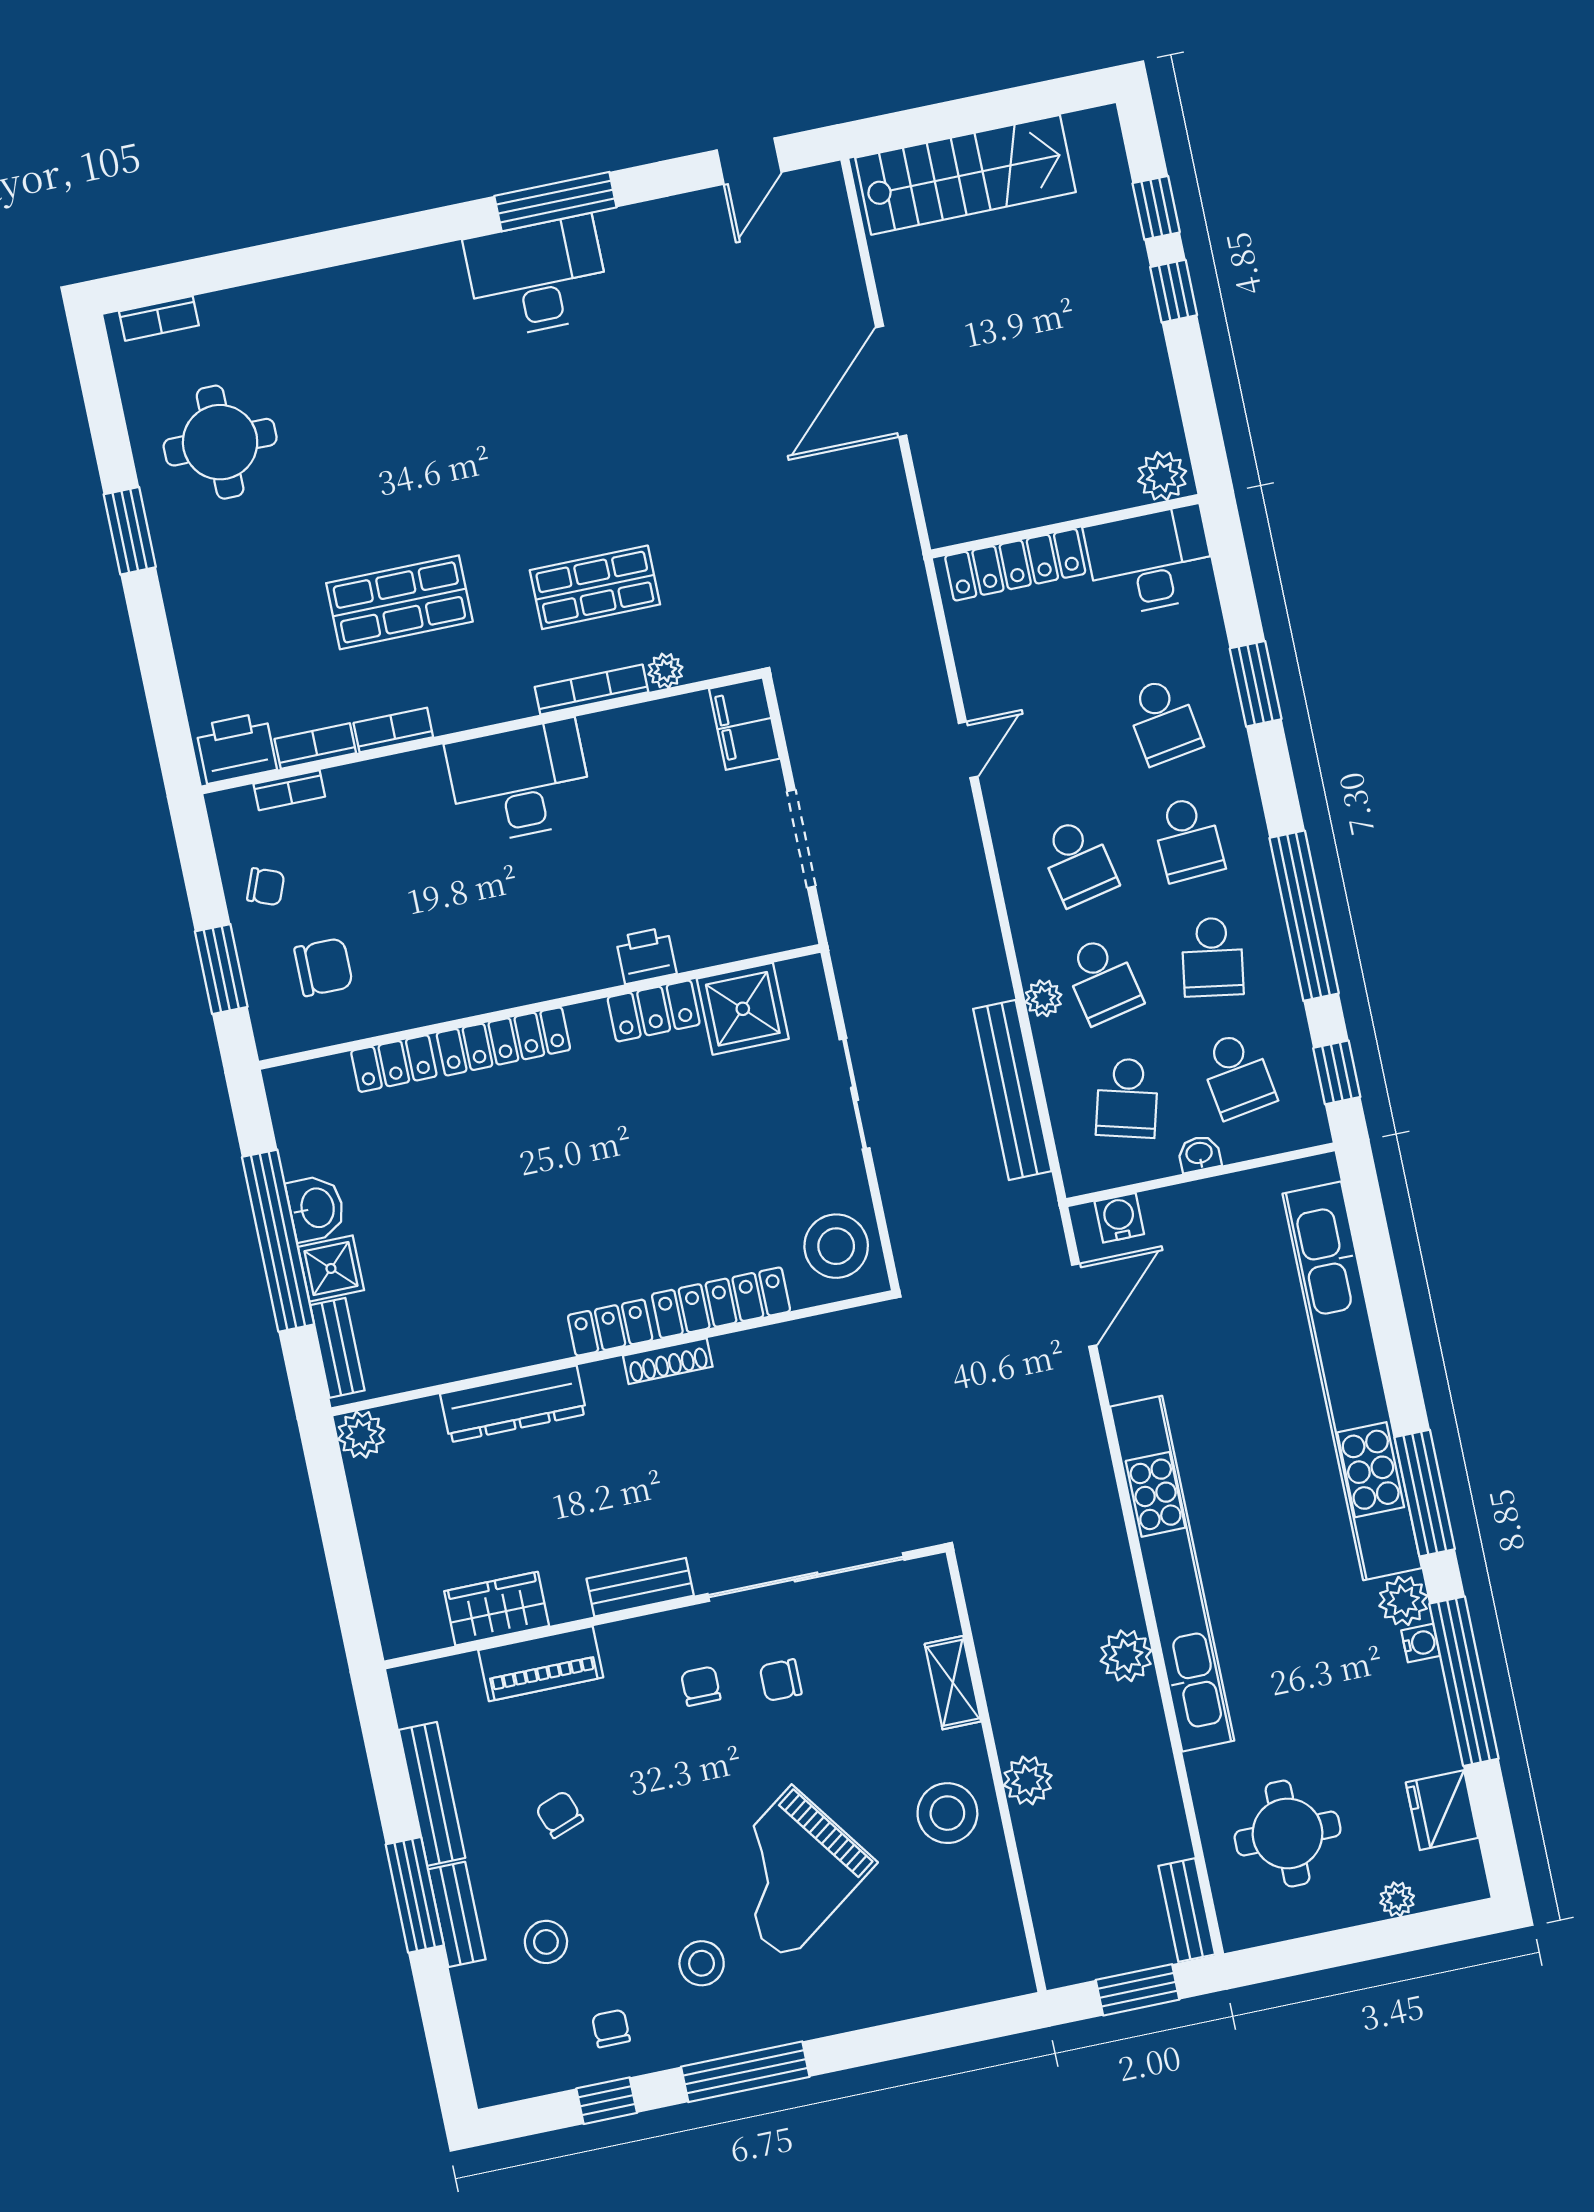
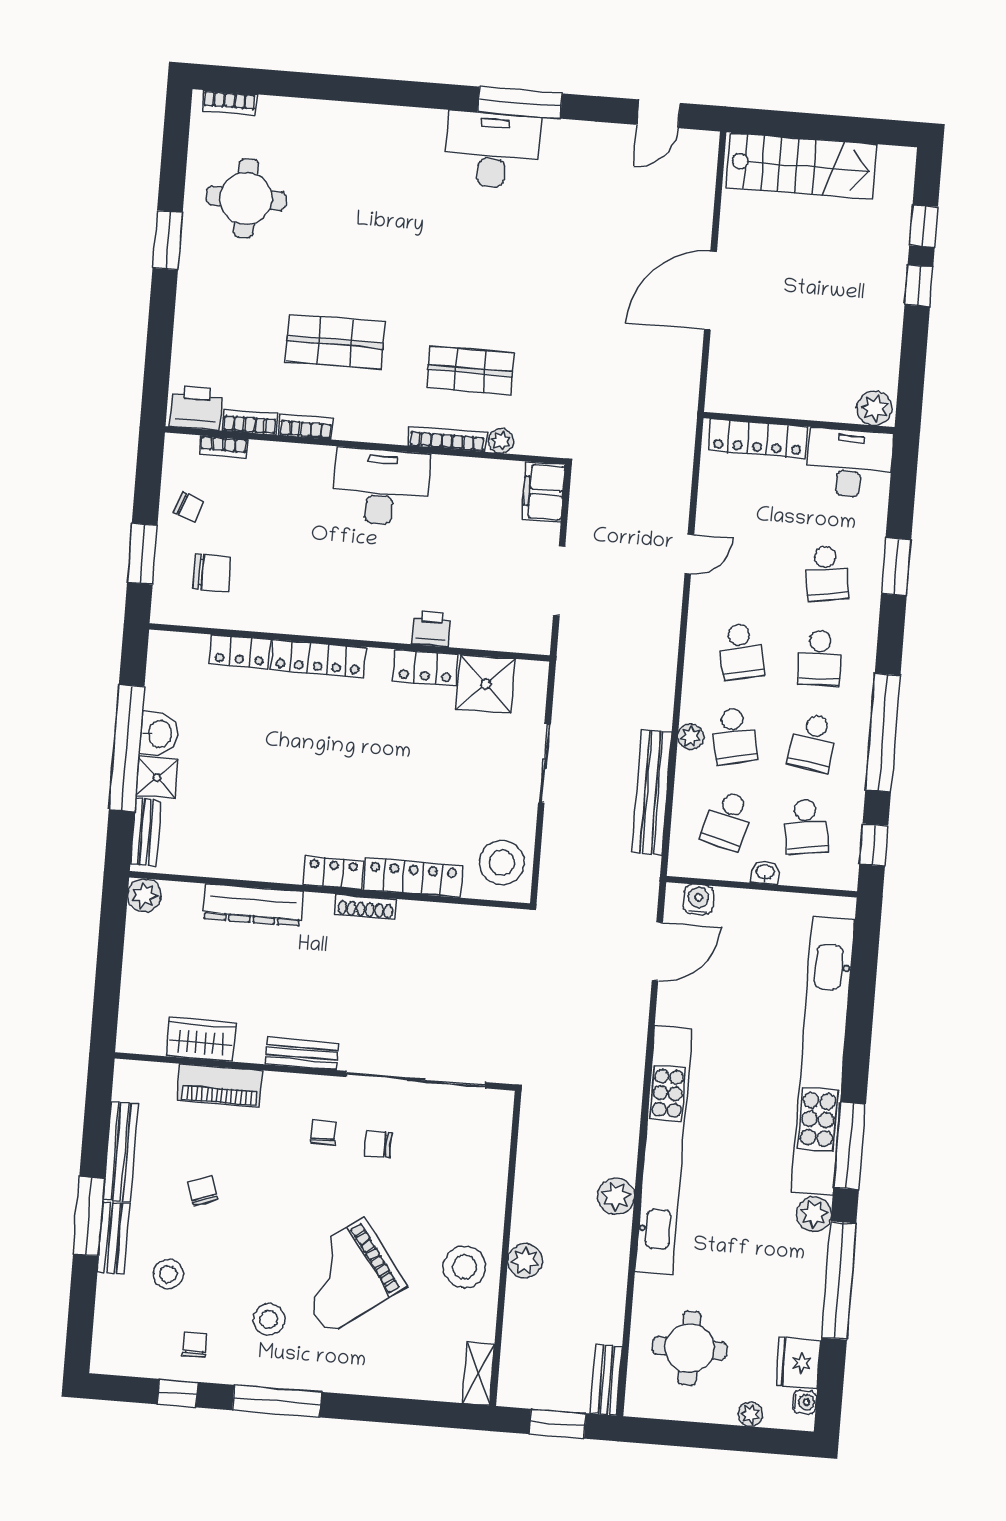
water cooler: (1421, 1643) -> (805, 1402), moved
shelving: (953, 1683) -> (478, 1374), moved

